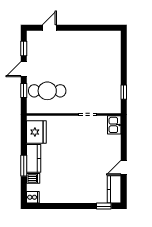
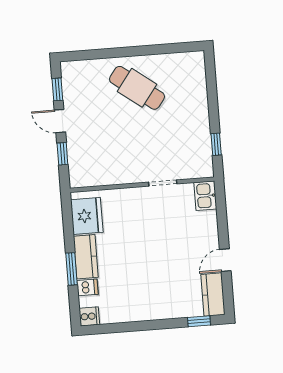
door: (49, 28) -> (94, 54), removed
door: (24, 69) -> (60, 121), hinge flipped
cafe table: (47, 91) -> (137, 88), moved, turned 37

